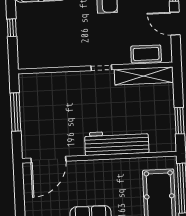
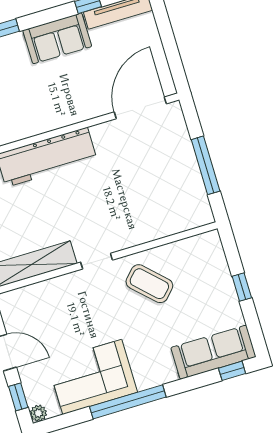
coffee table: (146, 54) -> (149, 284), moved, turned 44

